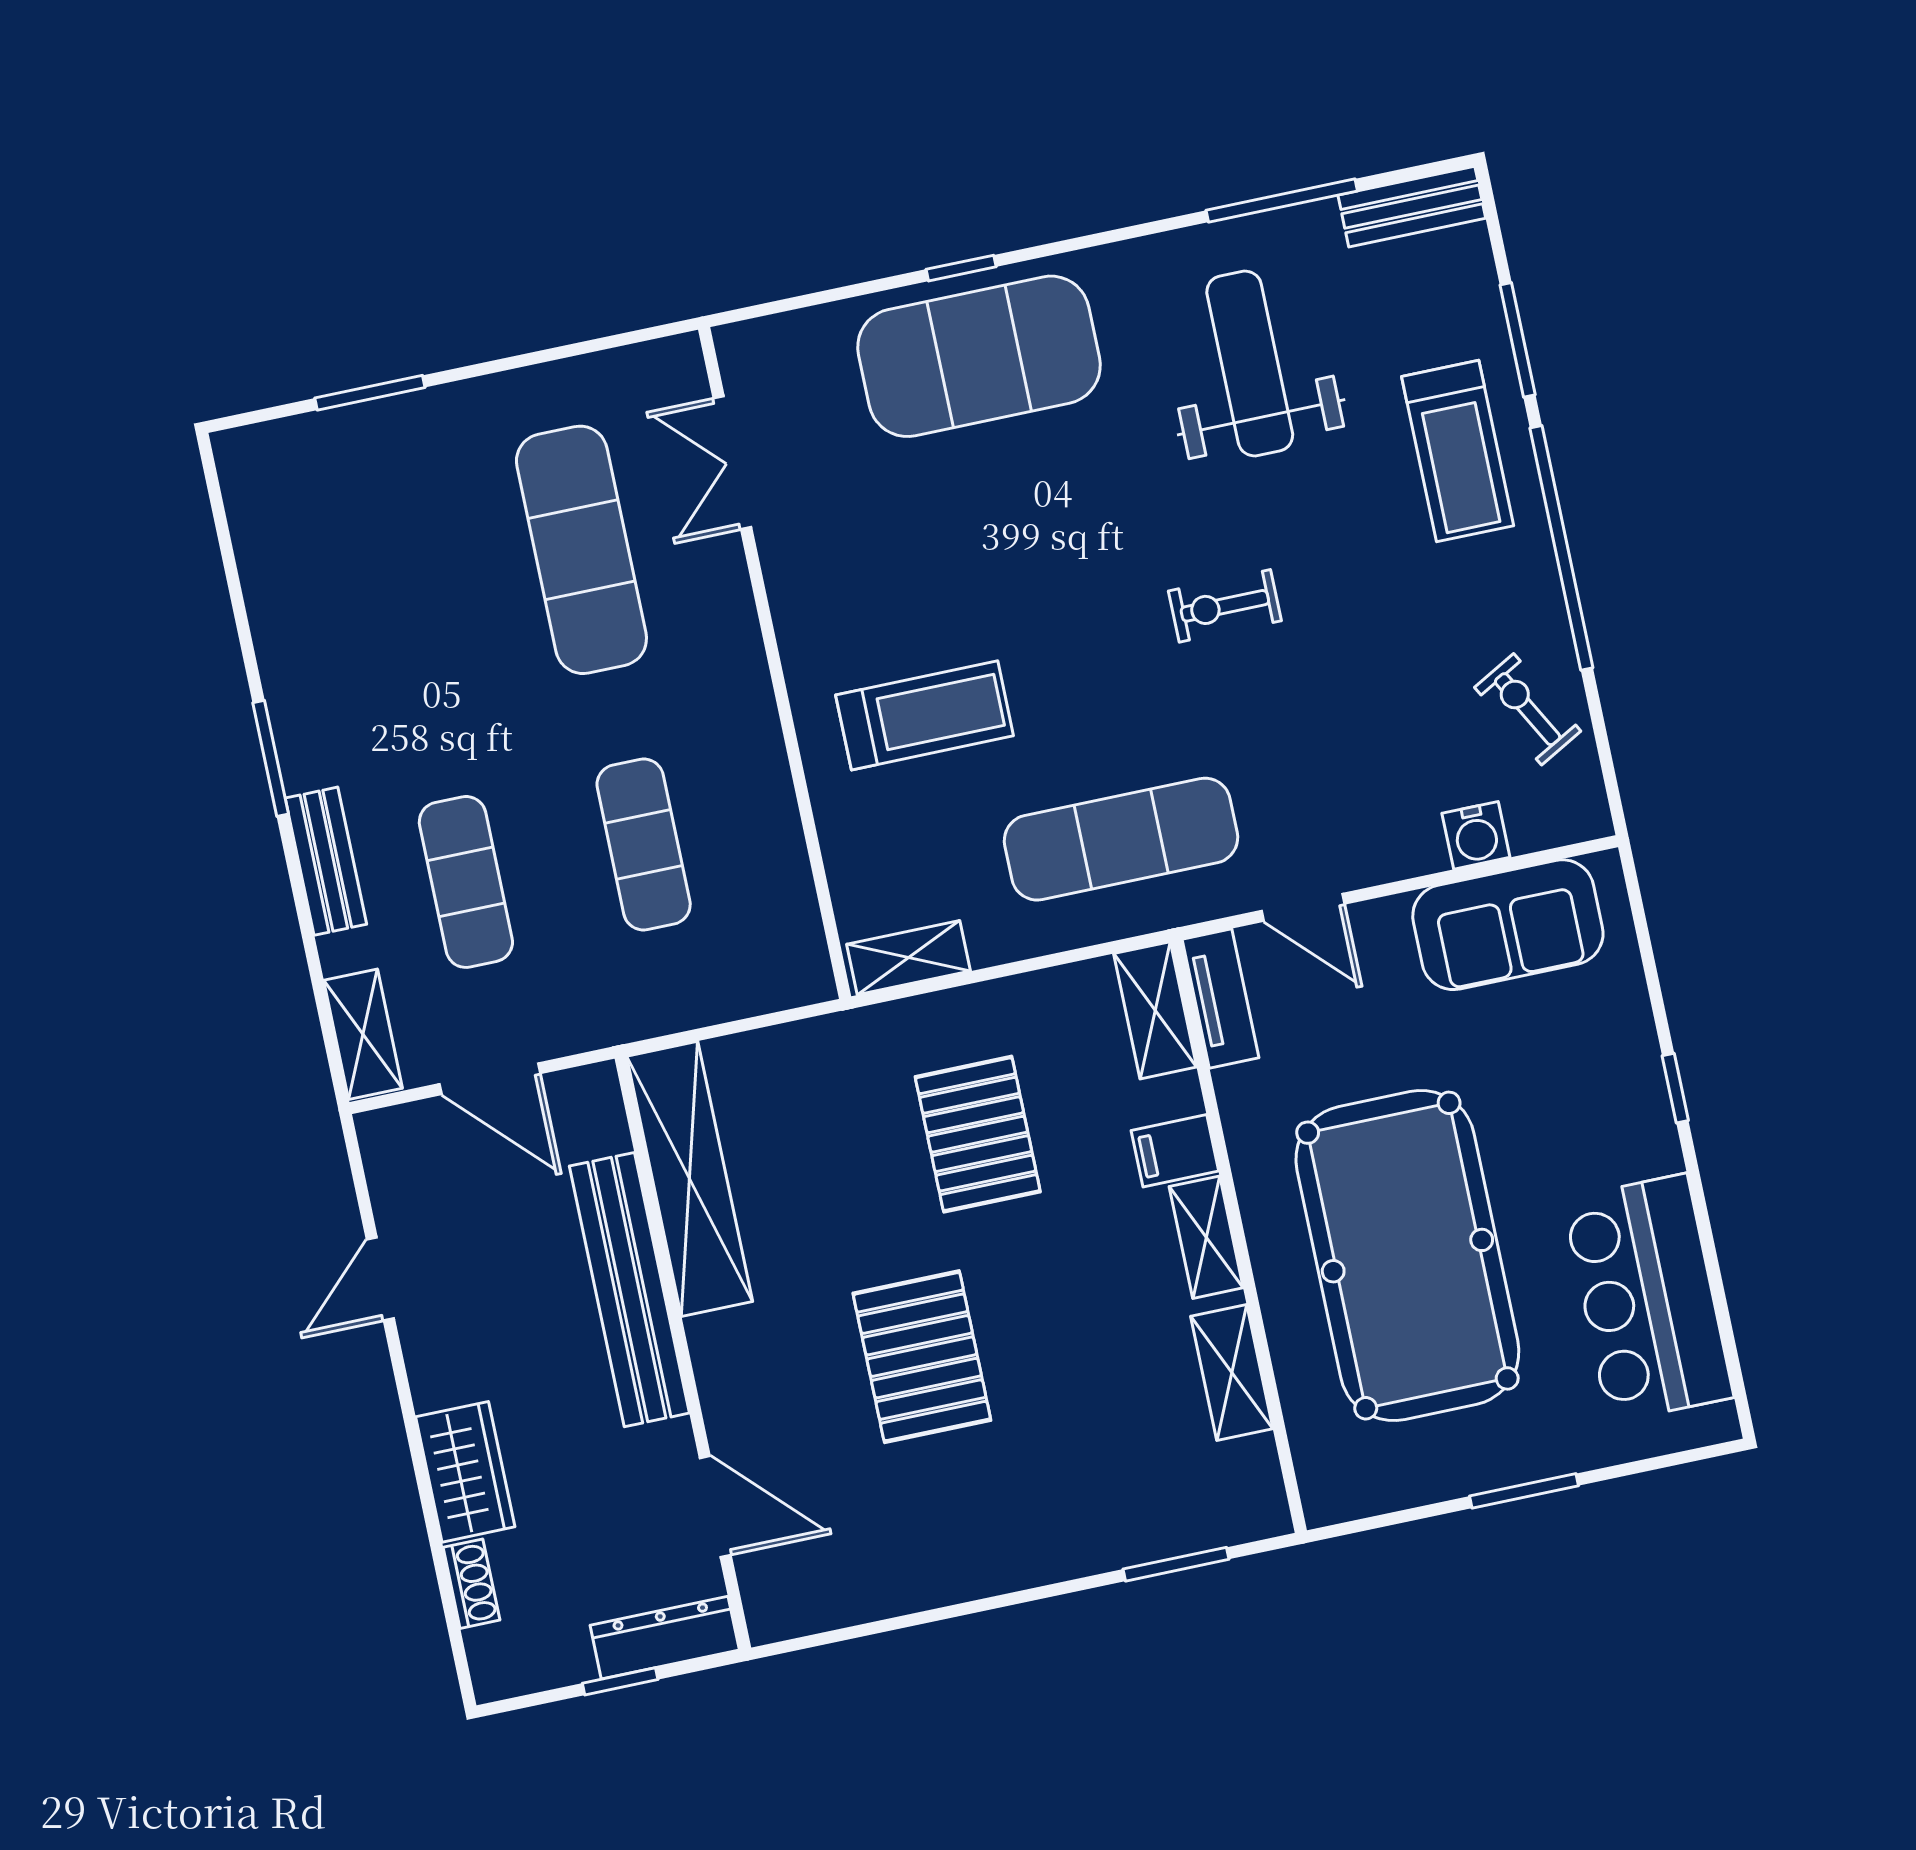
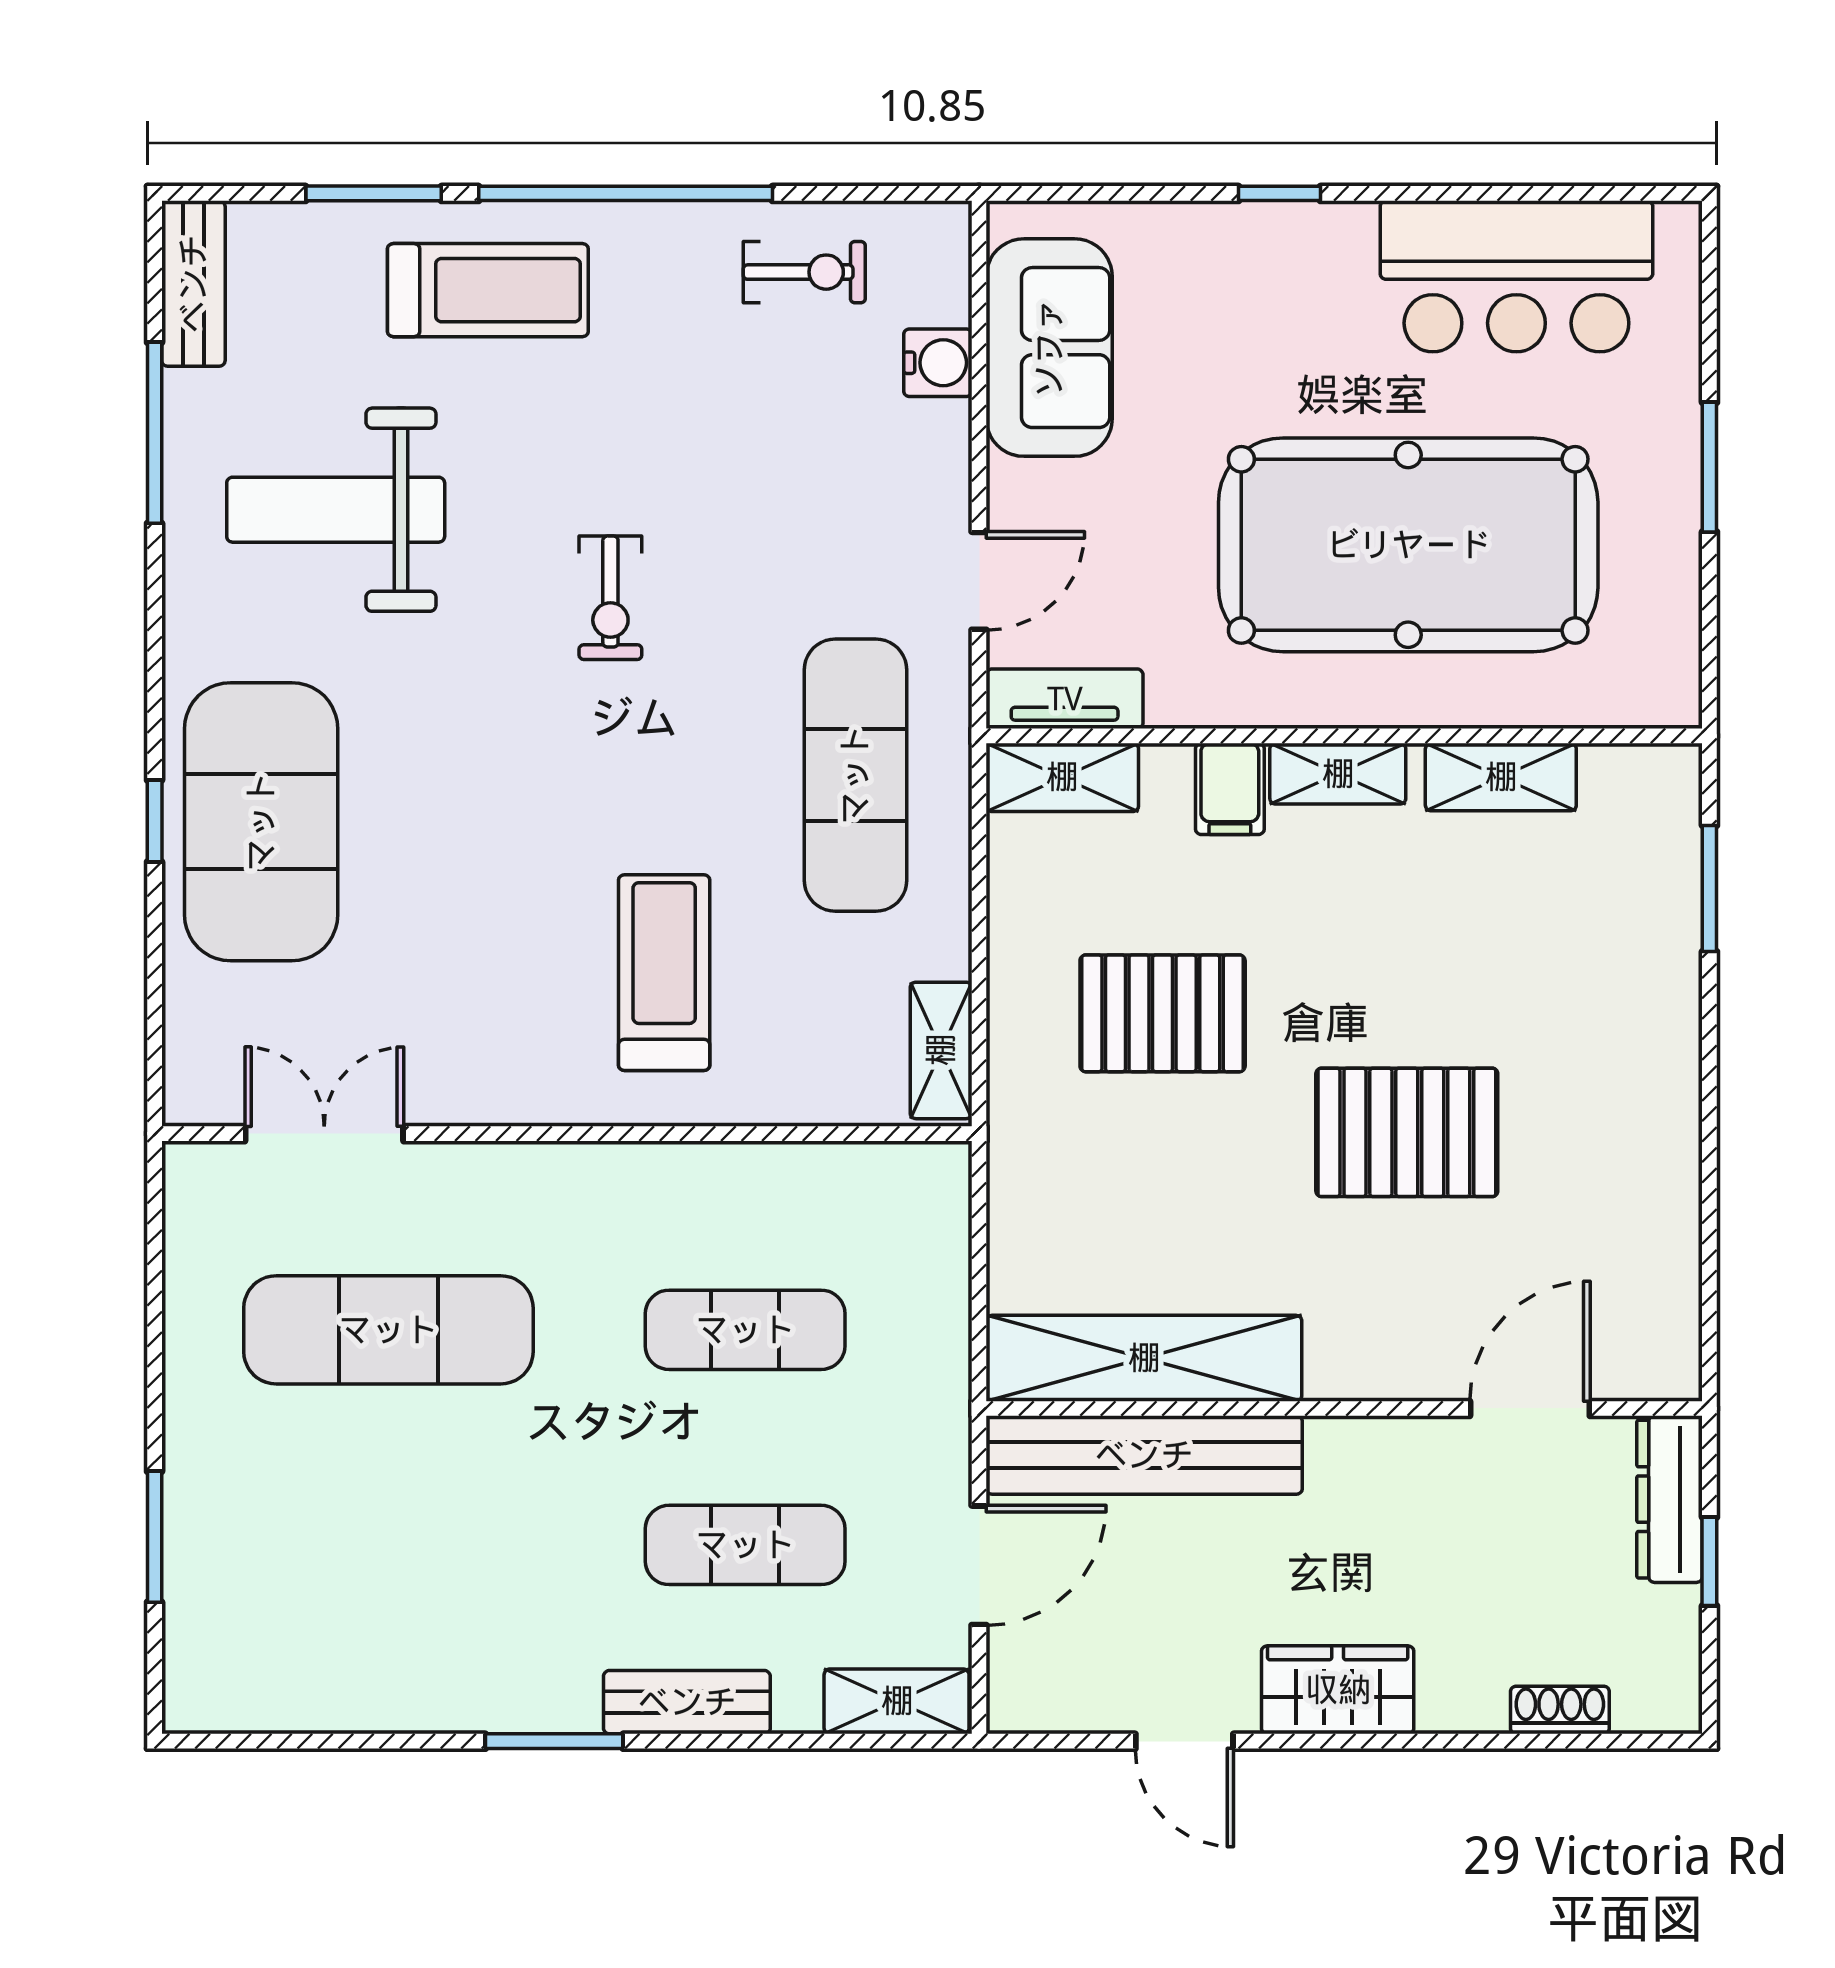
double door: (732, 463) -> (324, 1134), swing flipped
exercise bike: (1528, 709) -> (804, 272), turned -151
bench: (629, 1290) -> (1144, 1455), moved
wardrobe: (465, 1472) -> (1338, 1690), moved

